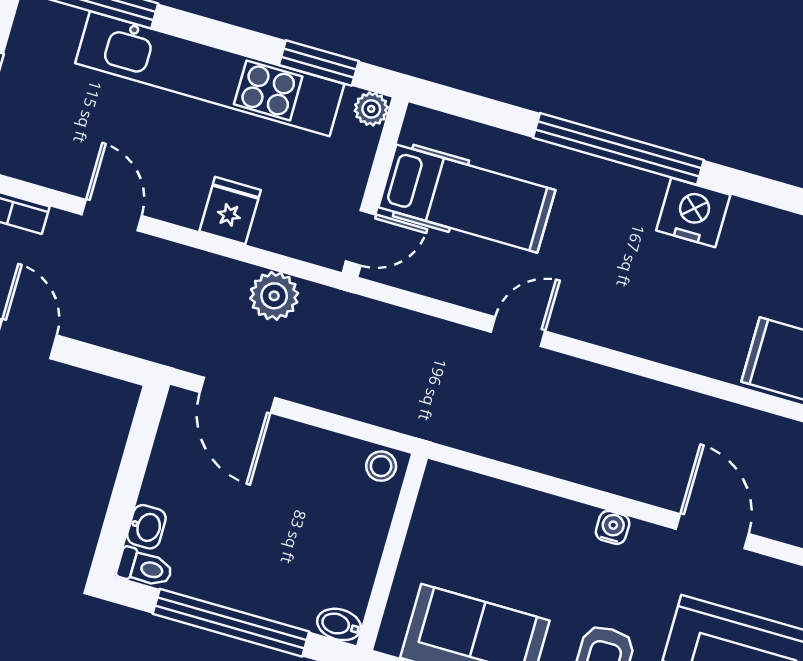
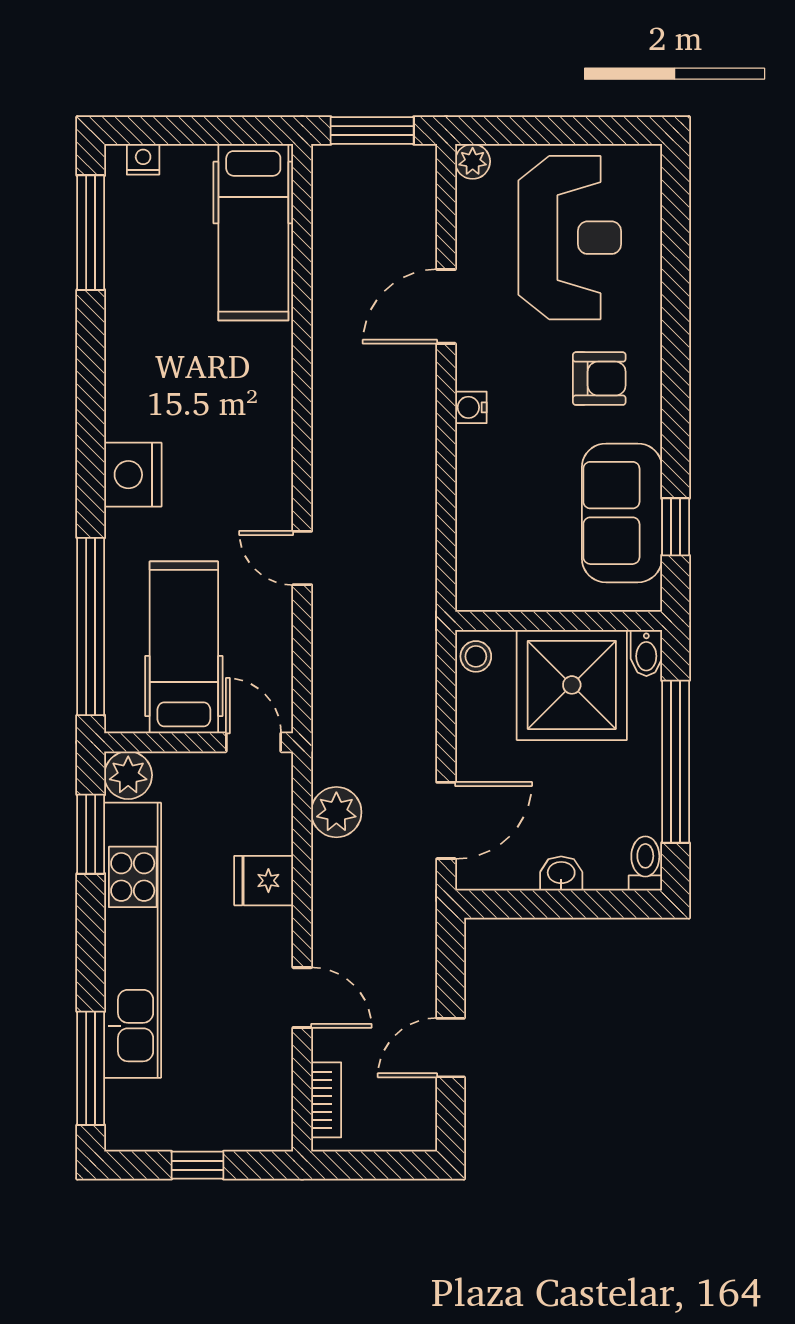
plant: (371, 109) -> (128, 775), width x1.38, depth x1.38
window: (618, 149) -> (91, 627), moved
nightstand: (693, 213) -> (133, 475), moved
door: (112, 215) -> (302, 998), swing flipped
washbasin: (146, 527) -> (561, 874), moved
shower: (329, 547) -> (572, 685), added

